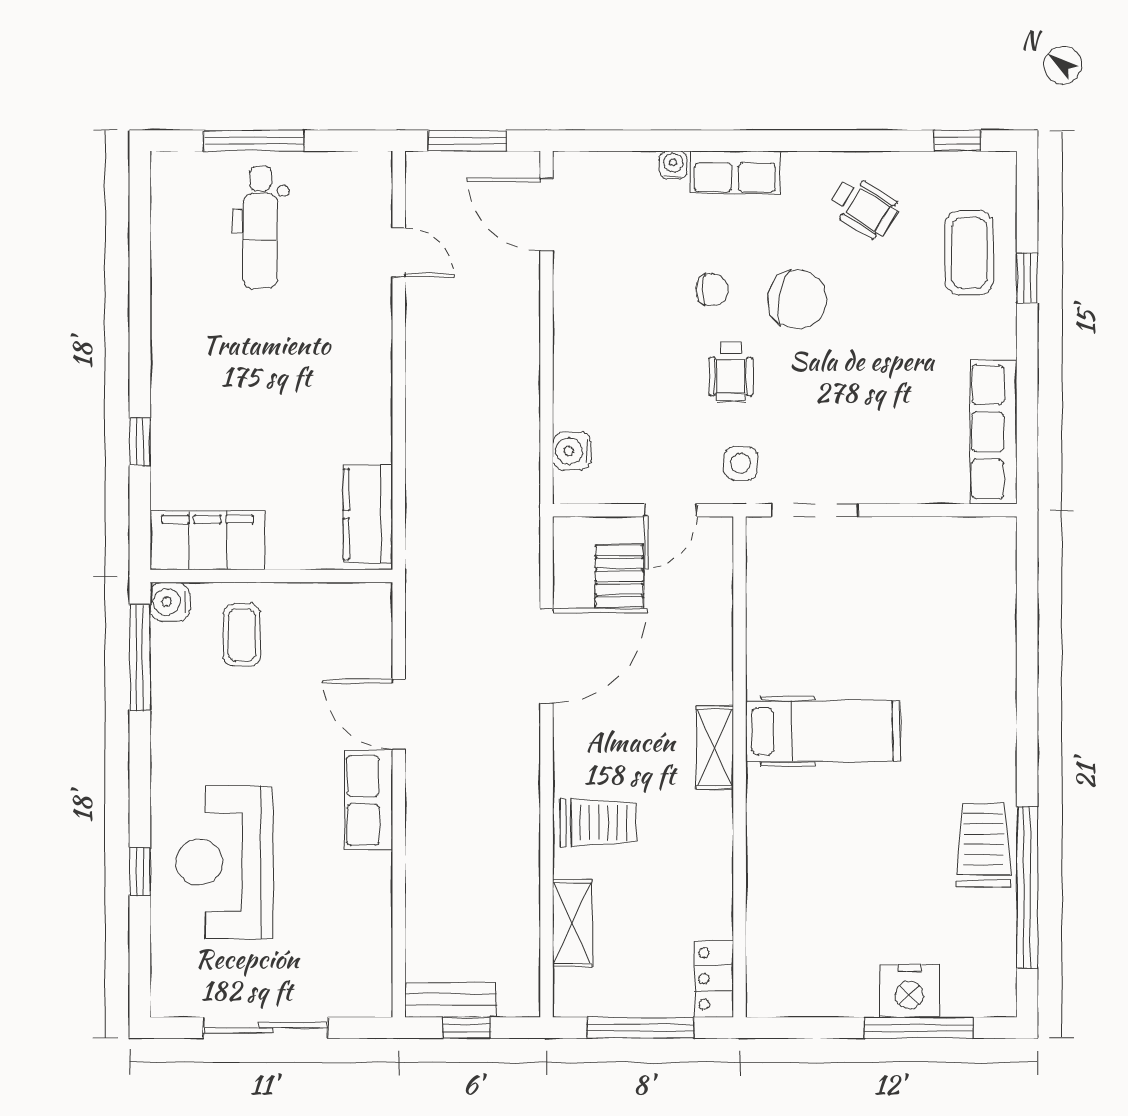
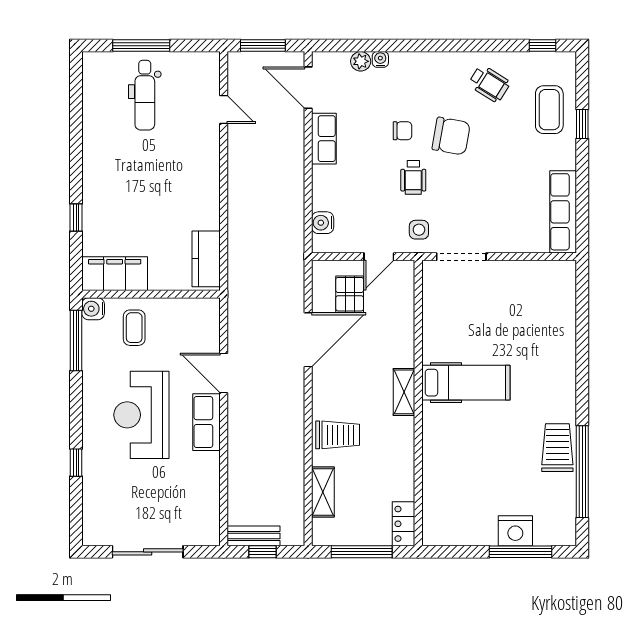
plant: (639, 168) -> (361, 61), added
row of seats: (735, 172) -> (324, 139), moved, turned -90
reception desk: (224, 862) -> (141, 415), moved

